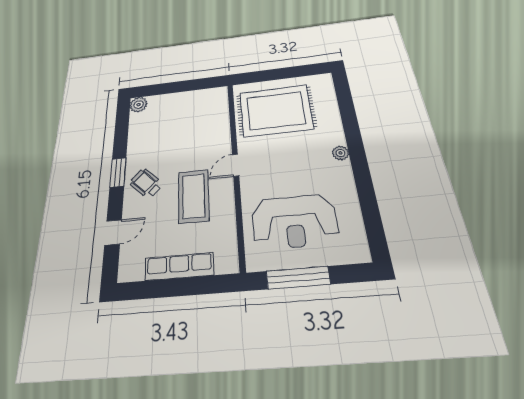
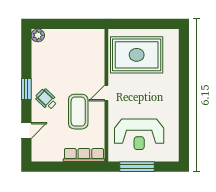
plant: (340, 153) -> (174, 92), removed
row of seats: (179, 267) -> (84, 155), moved

